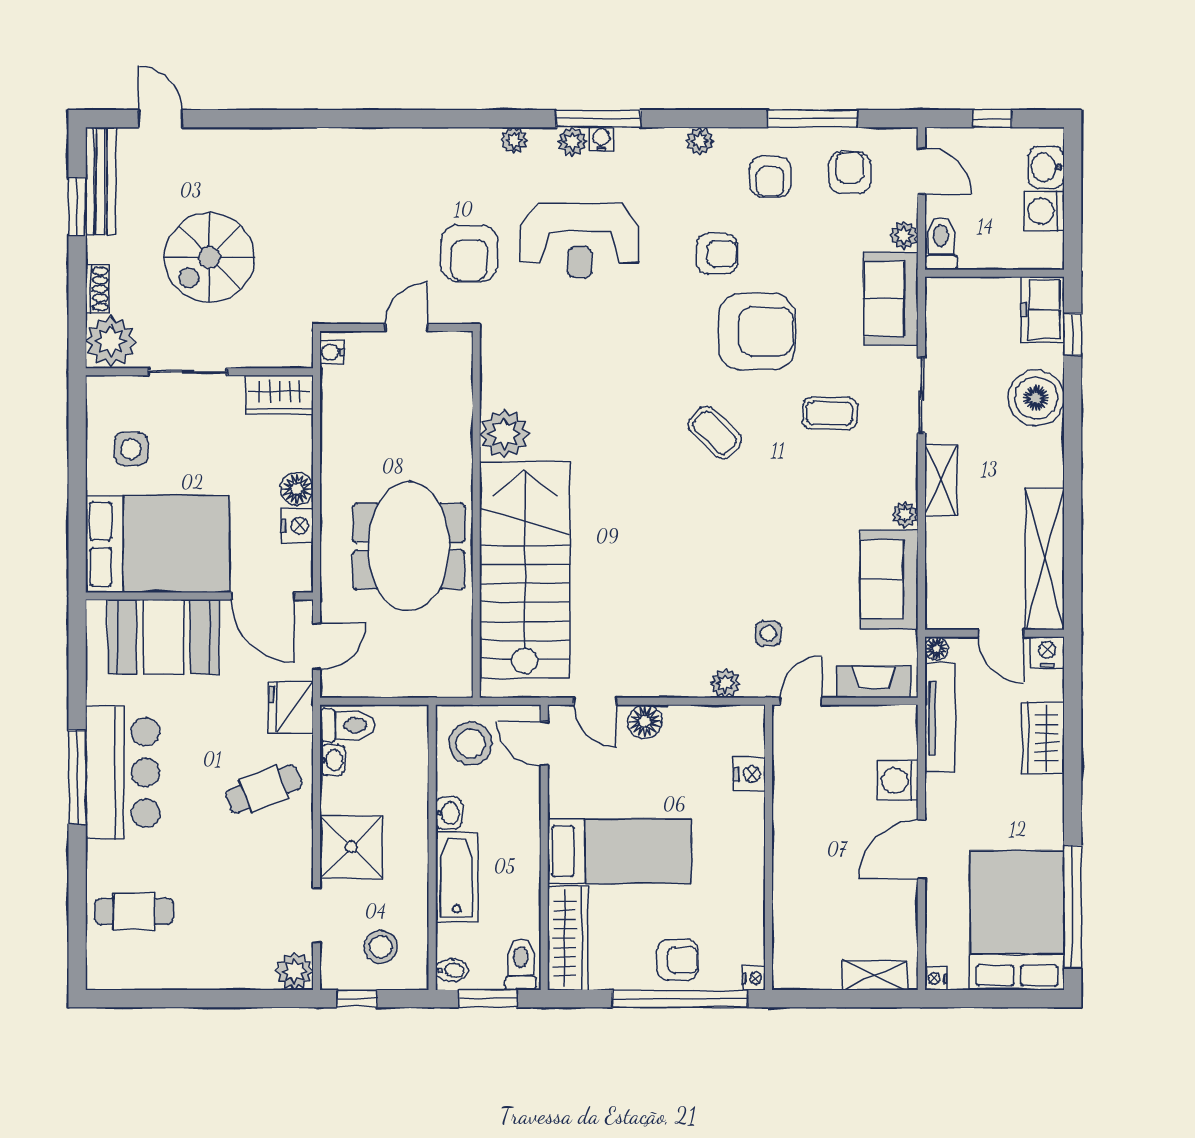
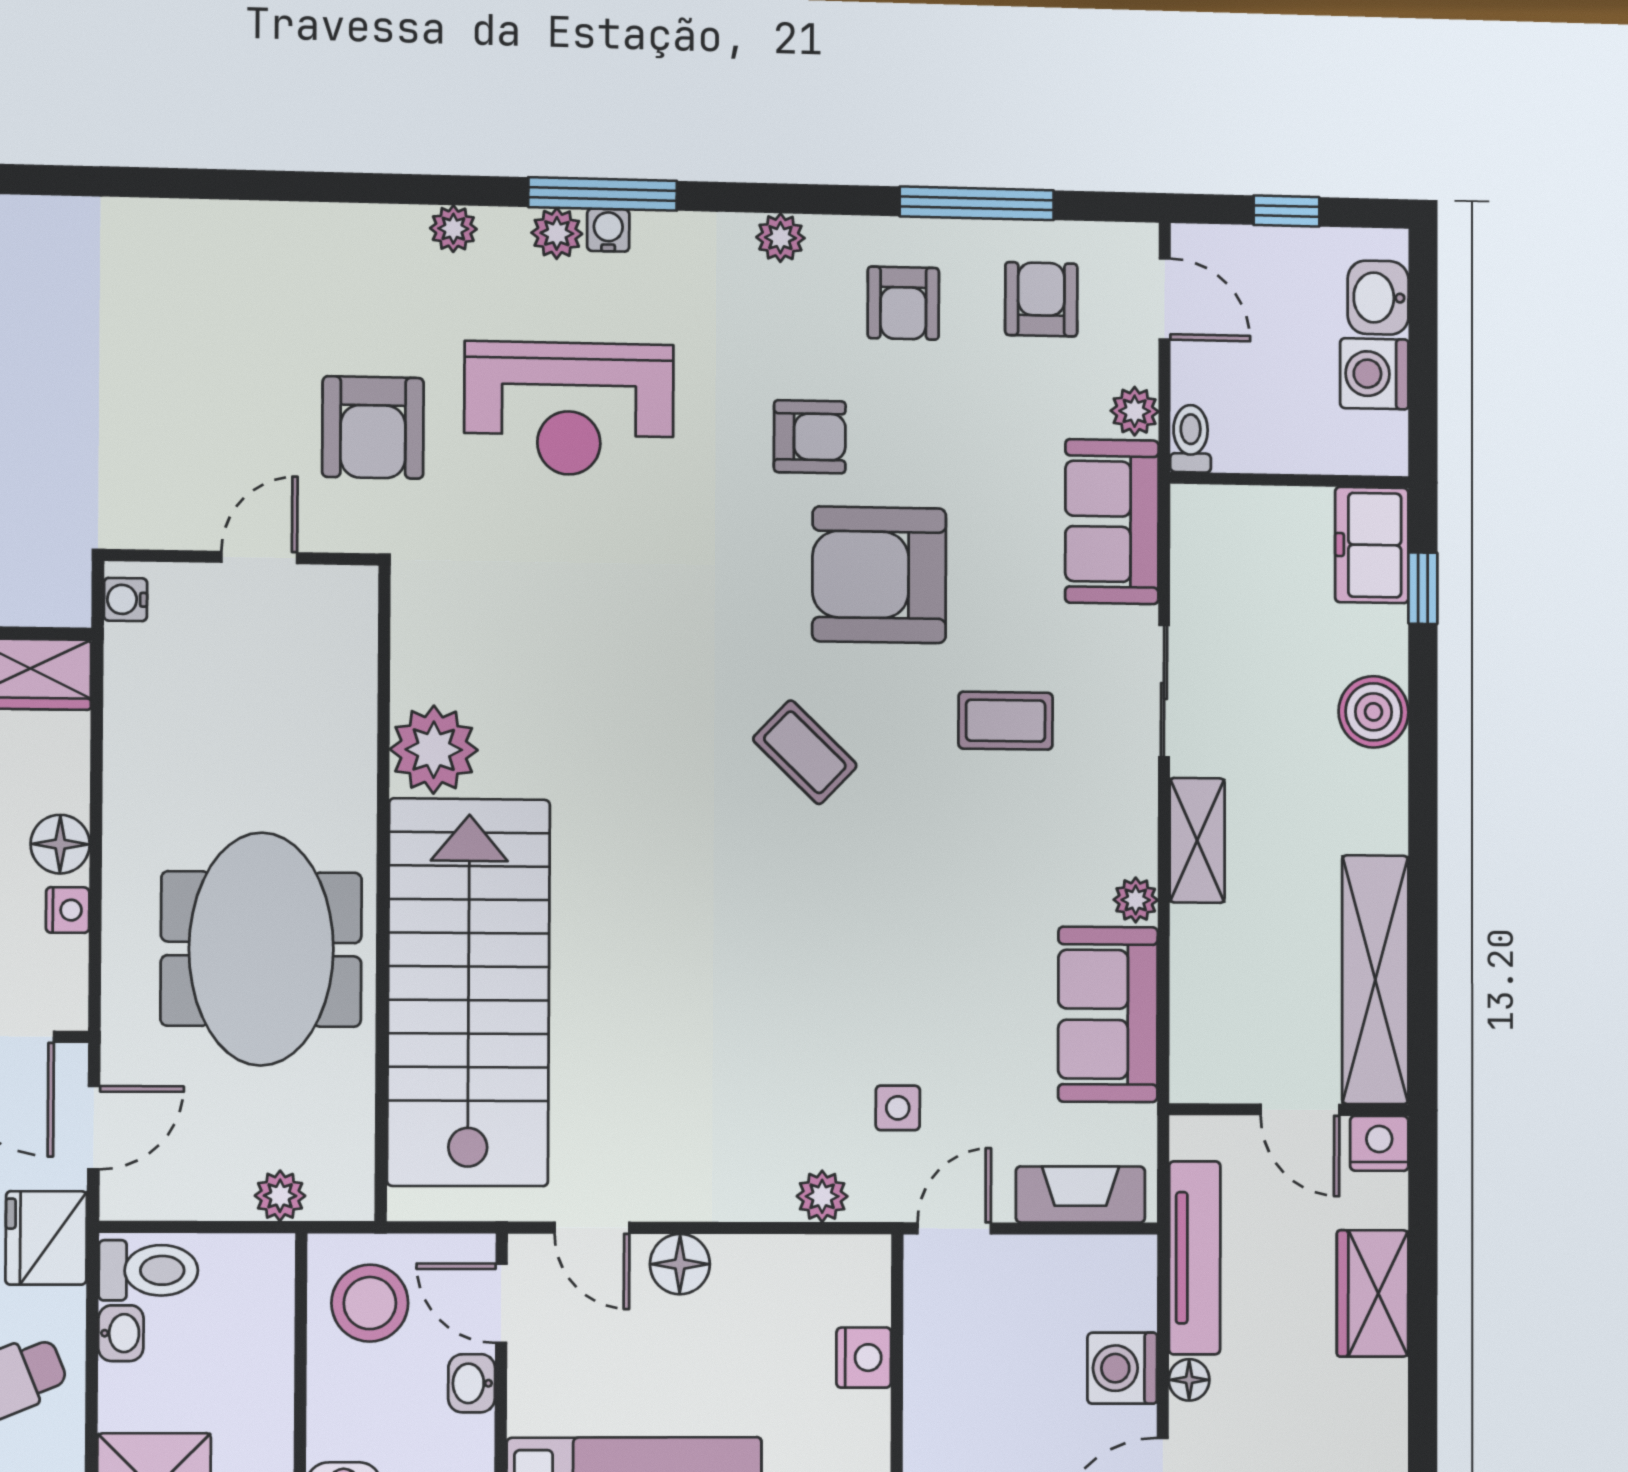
toilet: (941, 243) -> (1191, 439), width x0.73, depth x0.72
armchair: (757, 331) -> (879, 575), turned 180
boiler: (1036, 398) -> (1374, 712), width x0.73, depth x0.73
nightstand: (297, 526) -> (68, 910), width x0.72, depth x0.74
floor lamp: (937, 648) -> (1189, 1380), moved
plant: (420, 684) -> (280, 1196), added
washbasin: (449, 813) -> (472, 1383), moved, turned 180

